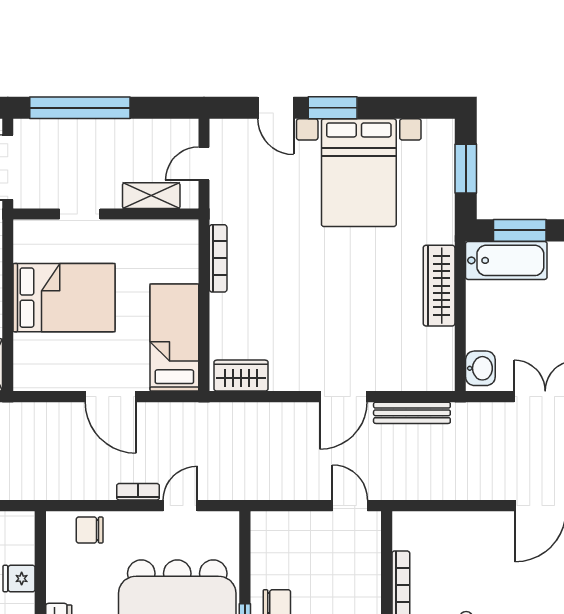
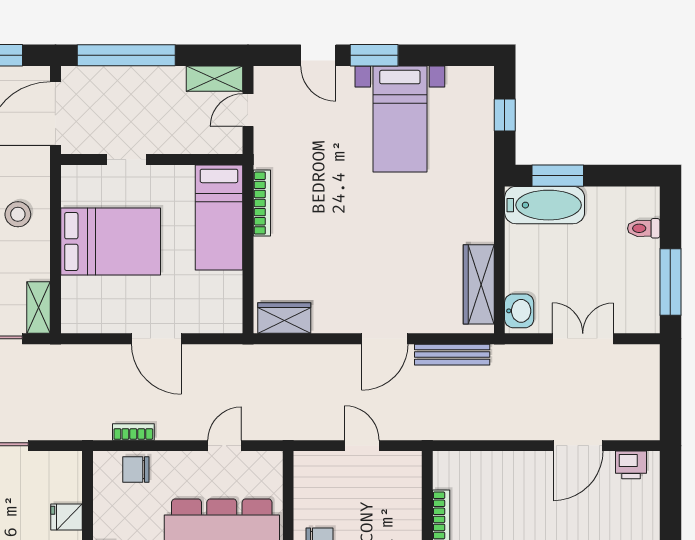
window: (466, 169) -> (505, 115), width x0.67
bed with nightstands: (359, 173) -> (400, 119), width x0.73
shelving: (151, 196) -> (214, 79), moved
wardrobe: (439, 286) -> (479, 284), moved
bed: (174, 338) -> (219, 218), moved, turned 180
bookcase: (138, 492) -> (133, 432), moved
door: (350, 506) -> (362, 446), moved

